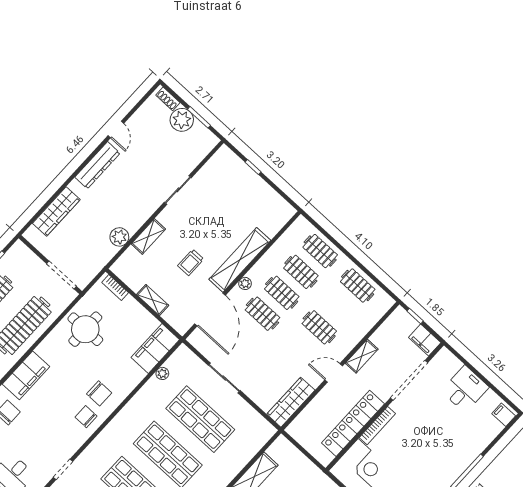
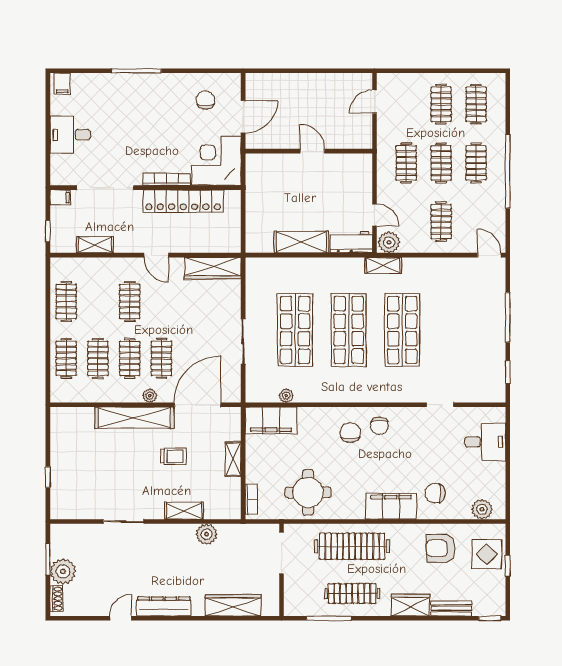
filing cabinet: (425, 340) -> (60, 197), width x0.50
shelving: (362, 356) -> (95, 245), moved

